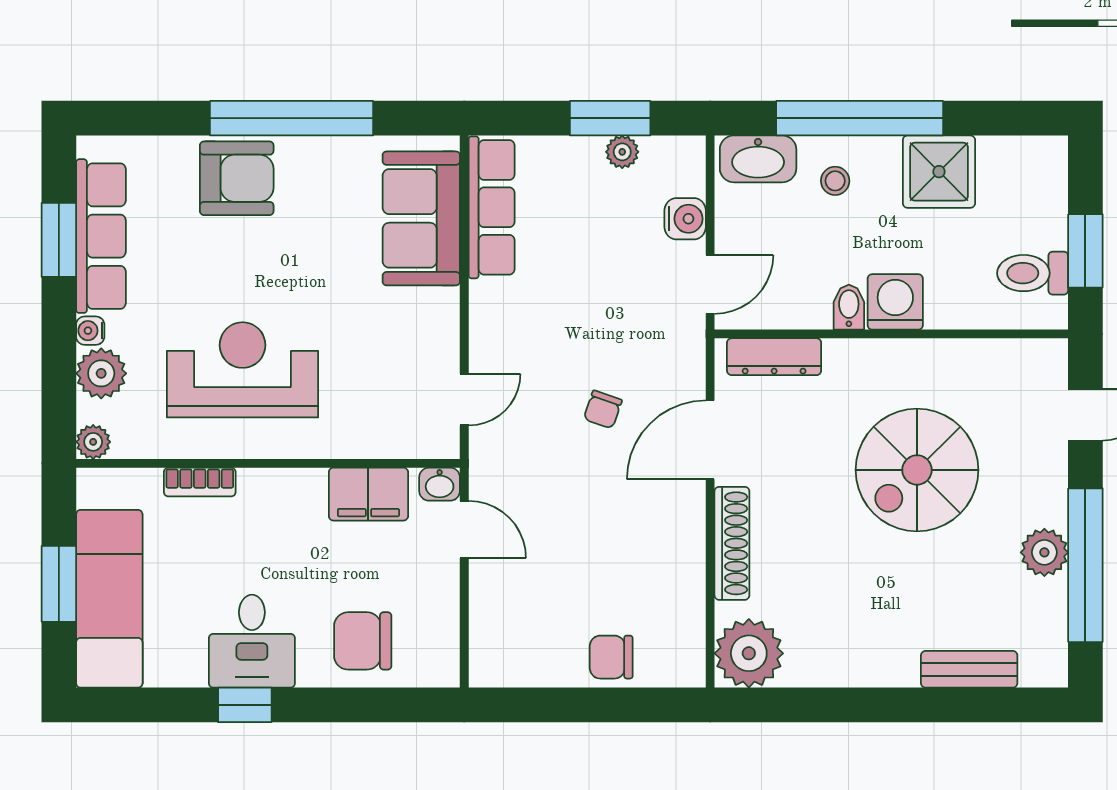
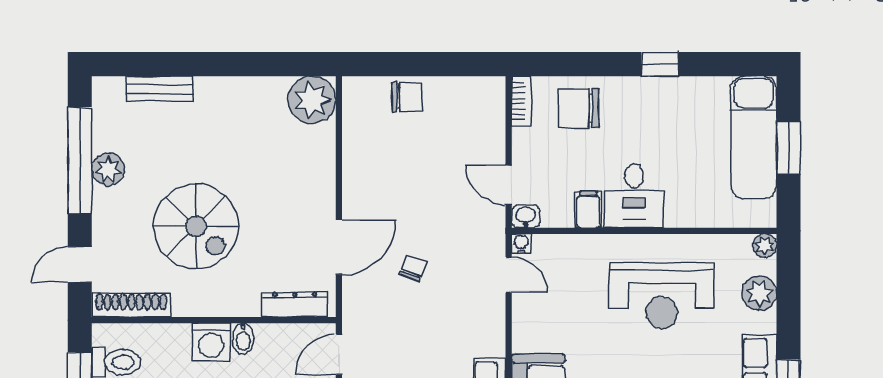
water cooler: (90, 331) -> (521, 244), moved, turned -90
door: (464, 400) -> (509, 275), swing flipped
spiral stairs: (917, 470) -> (196, 226), turned 90
bookcase: (200, 482) -> (521, 101), moved, turned 90
filing cabinet: (368, 494) -> (588, 210), width x0.50
shoe rack: (732, 543) -> (131, 305), moved, turned 90
desk: (252, 641) -> (634, 196), moved, turned 180
chair: (363, 641) -> (579, 108), turned 180

